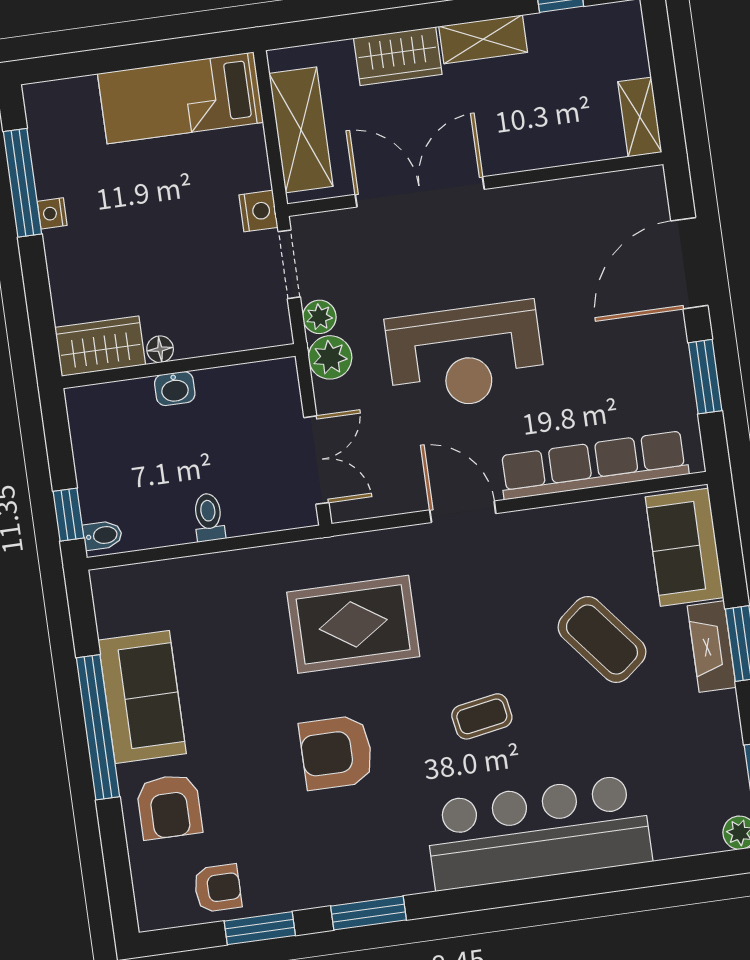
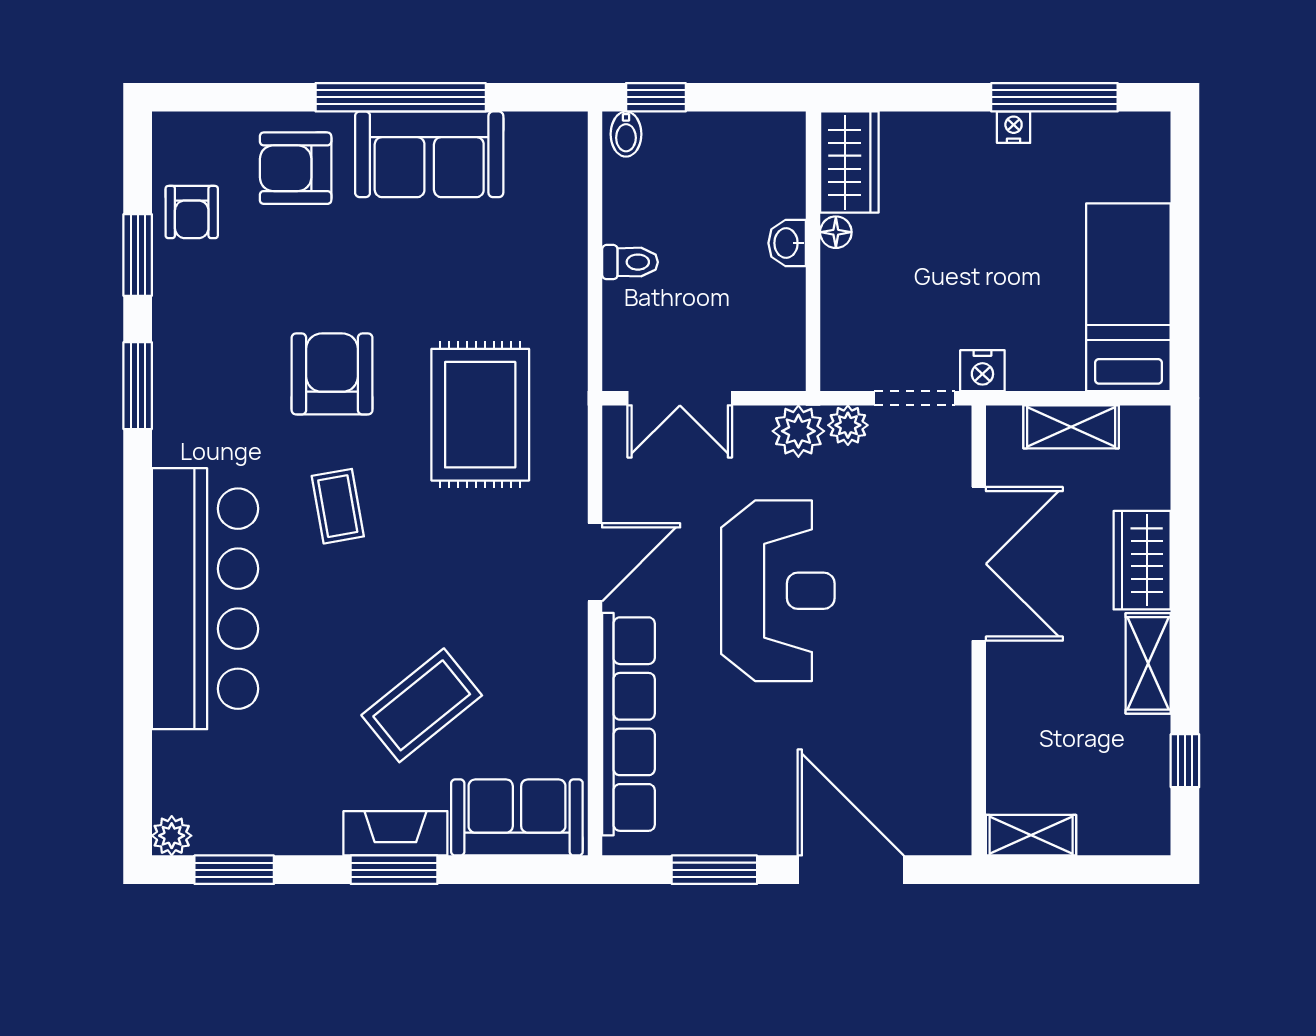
shelving: (301, 130) -> (1071, 427), width x0.67, depth x0.75
reception desk: (465, 356) -> (778, 591), turned 180
coffee table: (482, 716) -> (338, 506), moved

